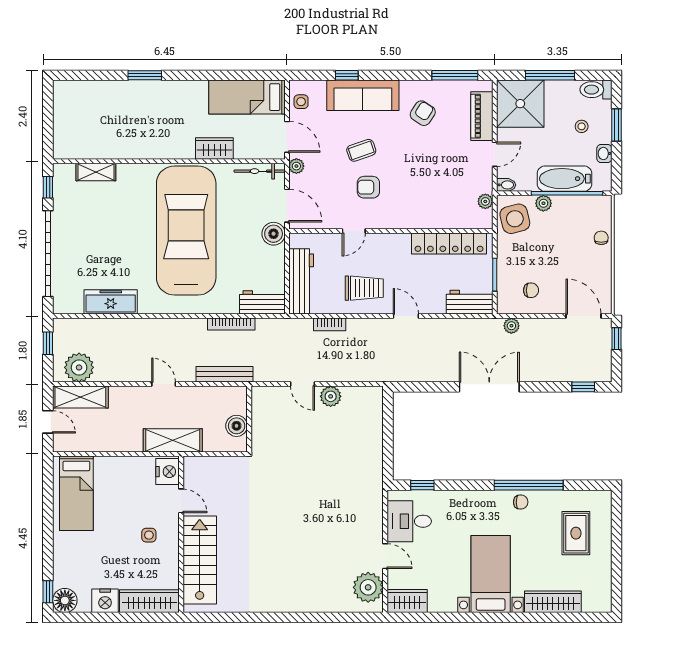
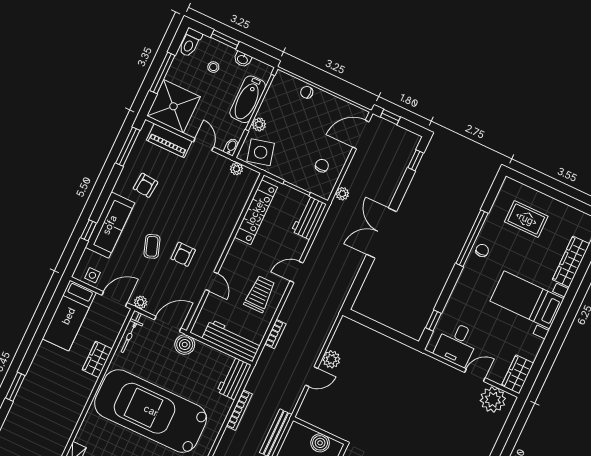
armchair: (423, 113) -> (145, 185), turned -118

